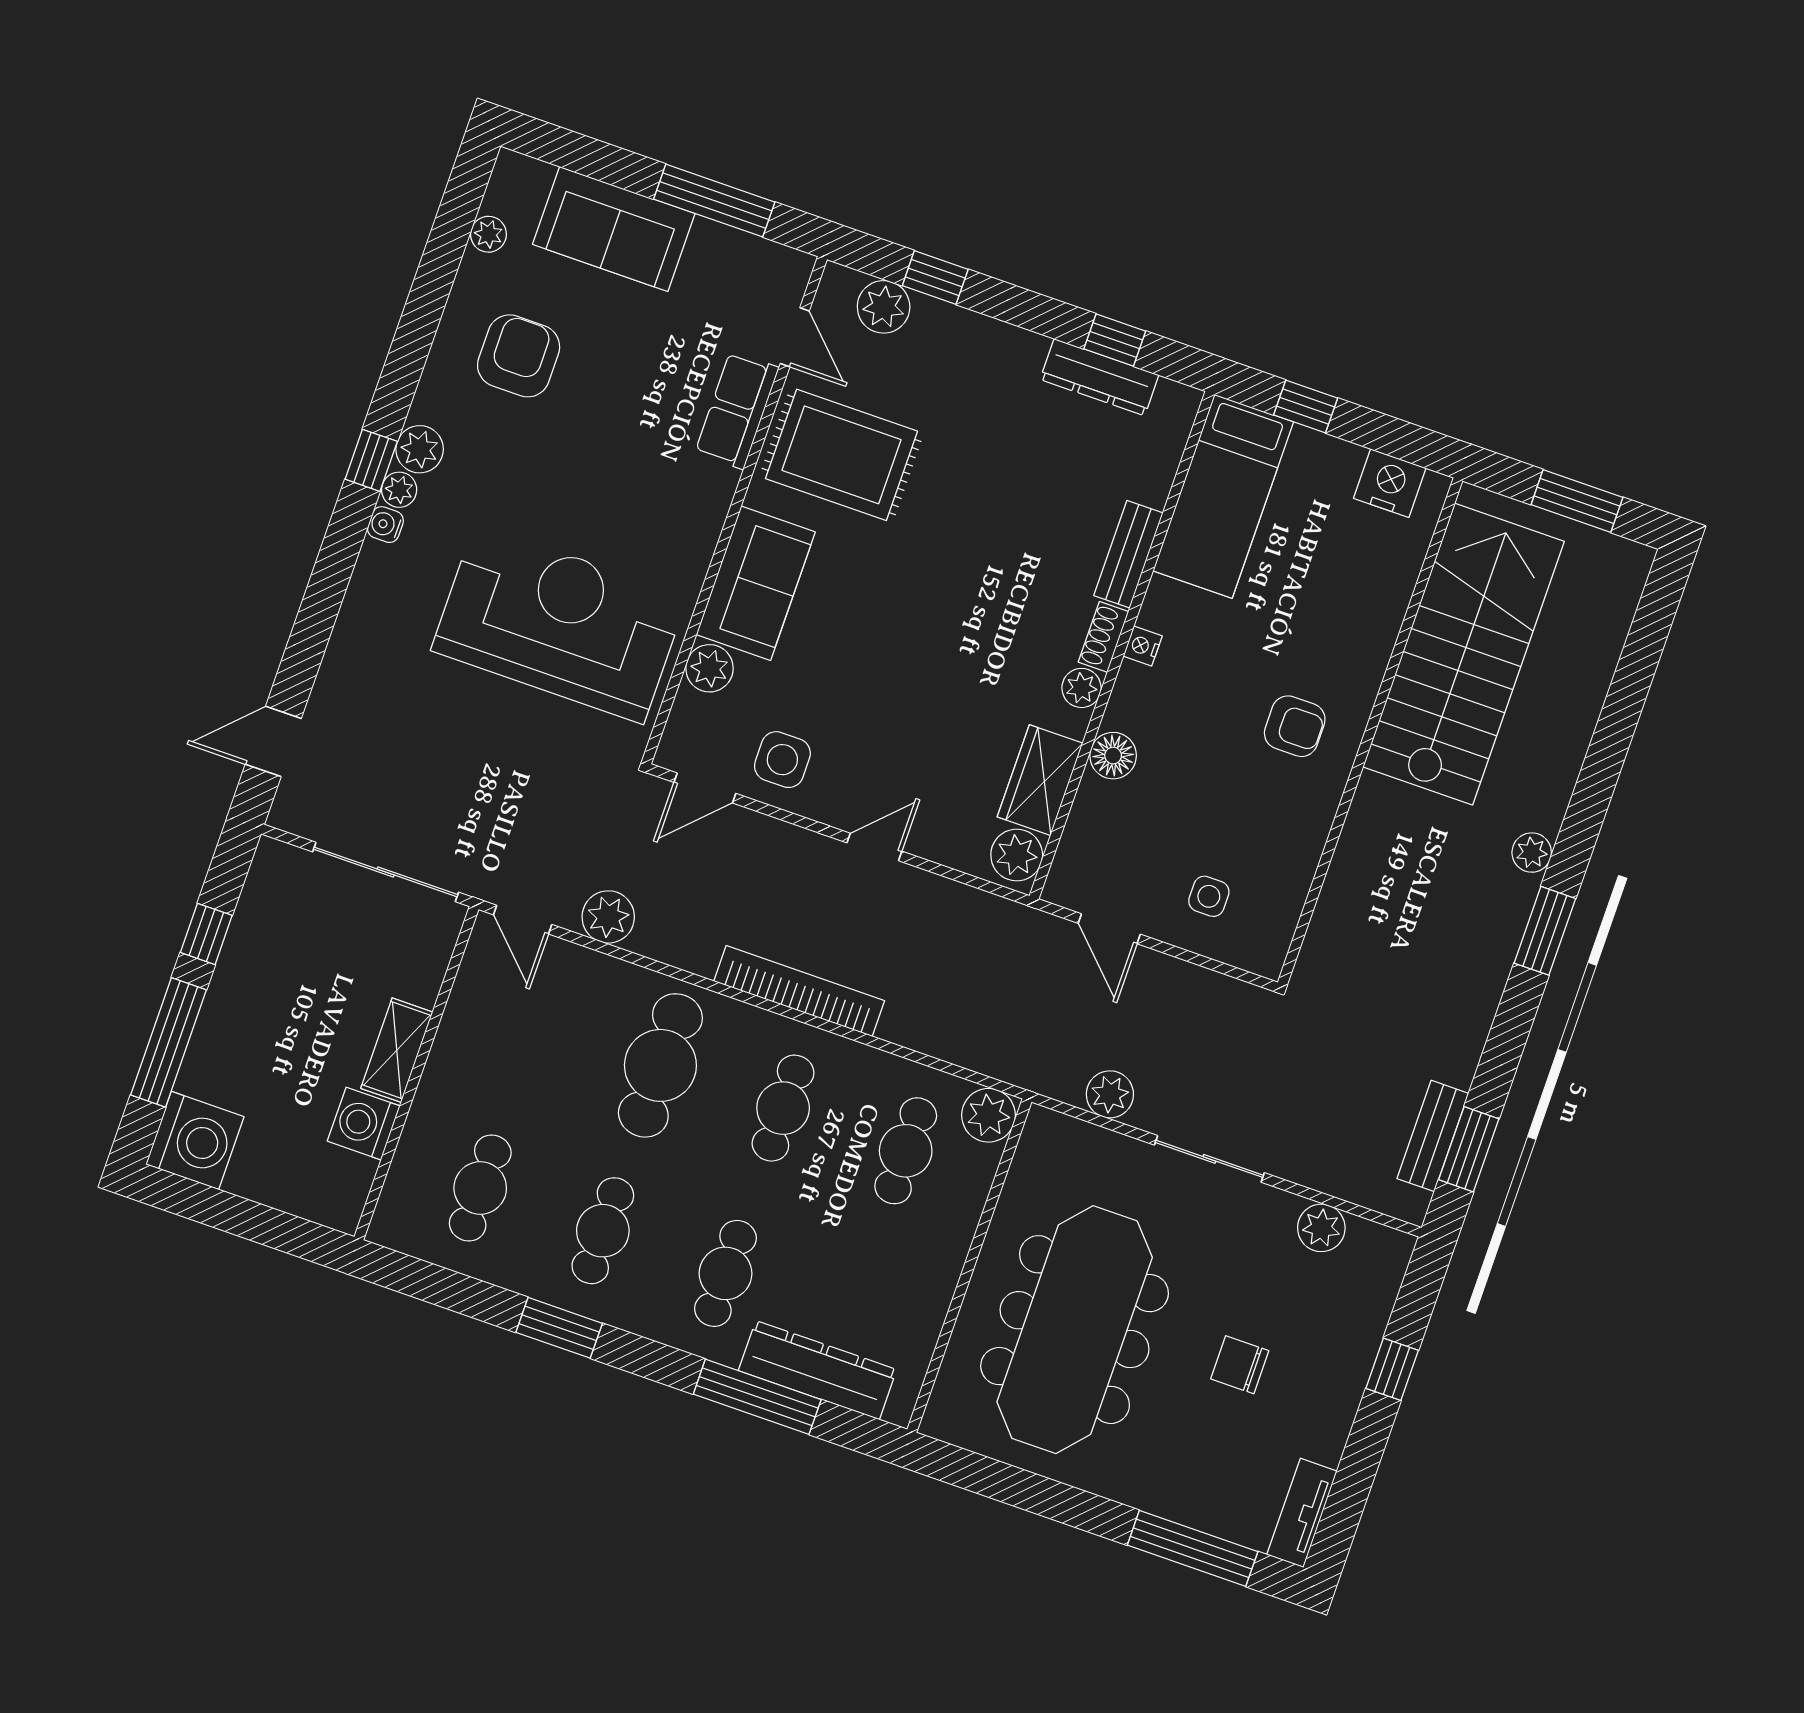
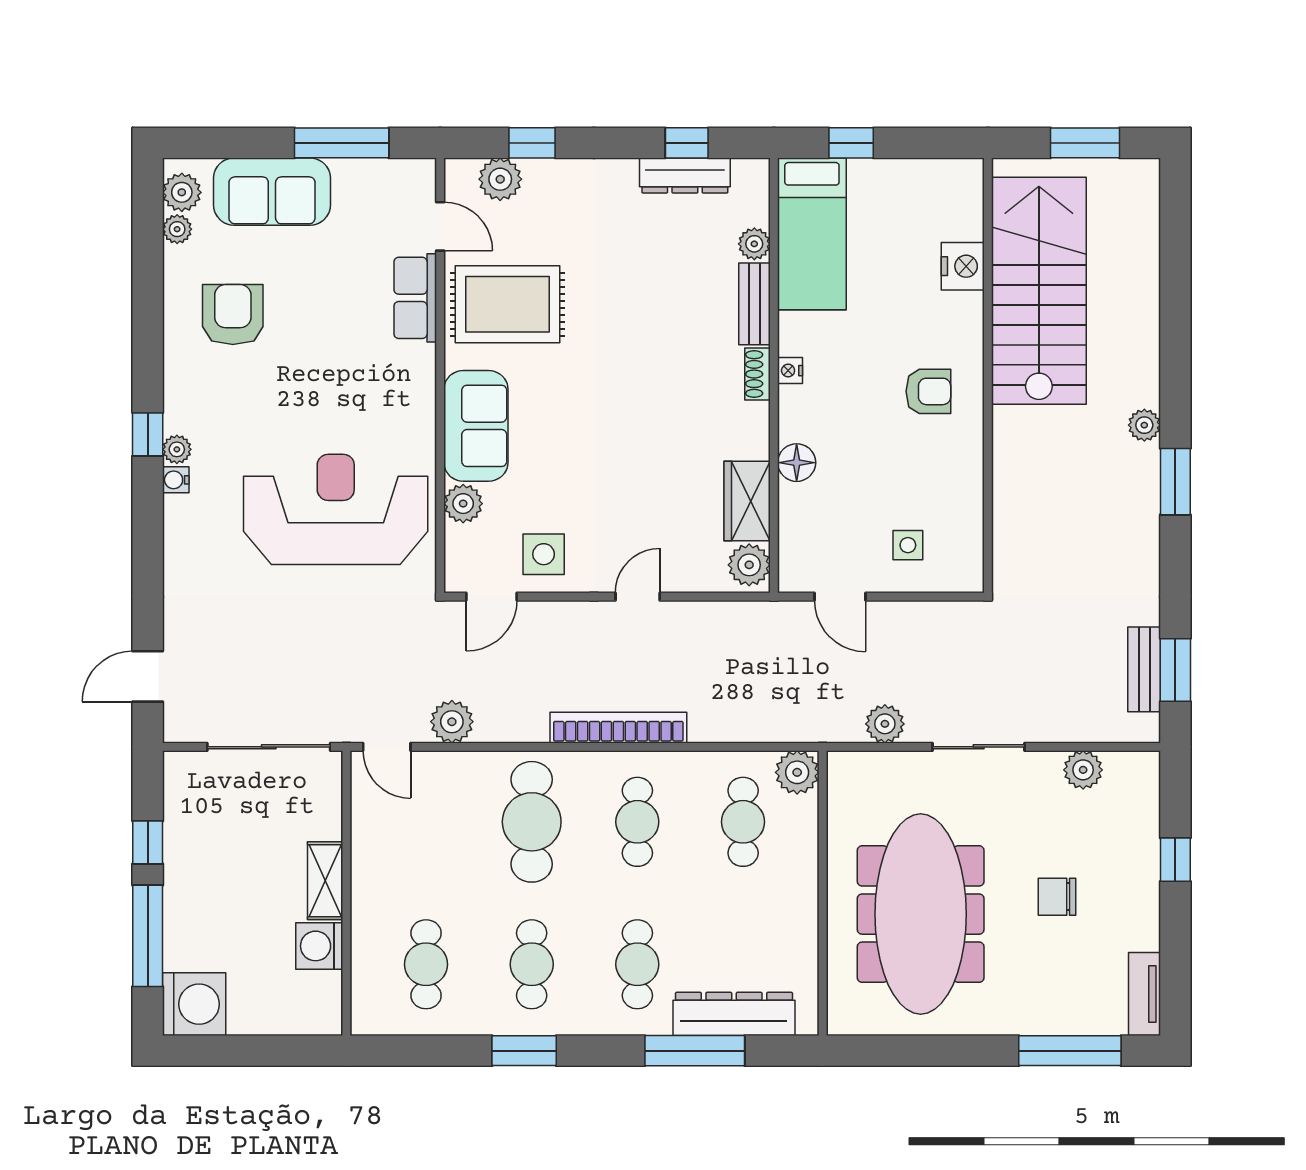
plant: (420, 449) -> (182, 192), moved
nightstand: (1390, 483) -> (963, 266), moved, turned 90
plant: (1081, 688) -> (754, 244), moved

